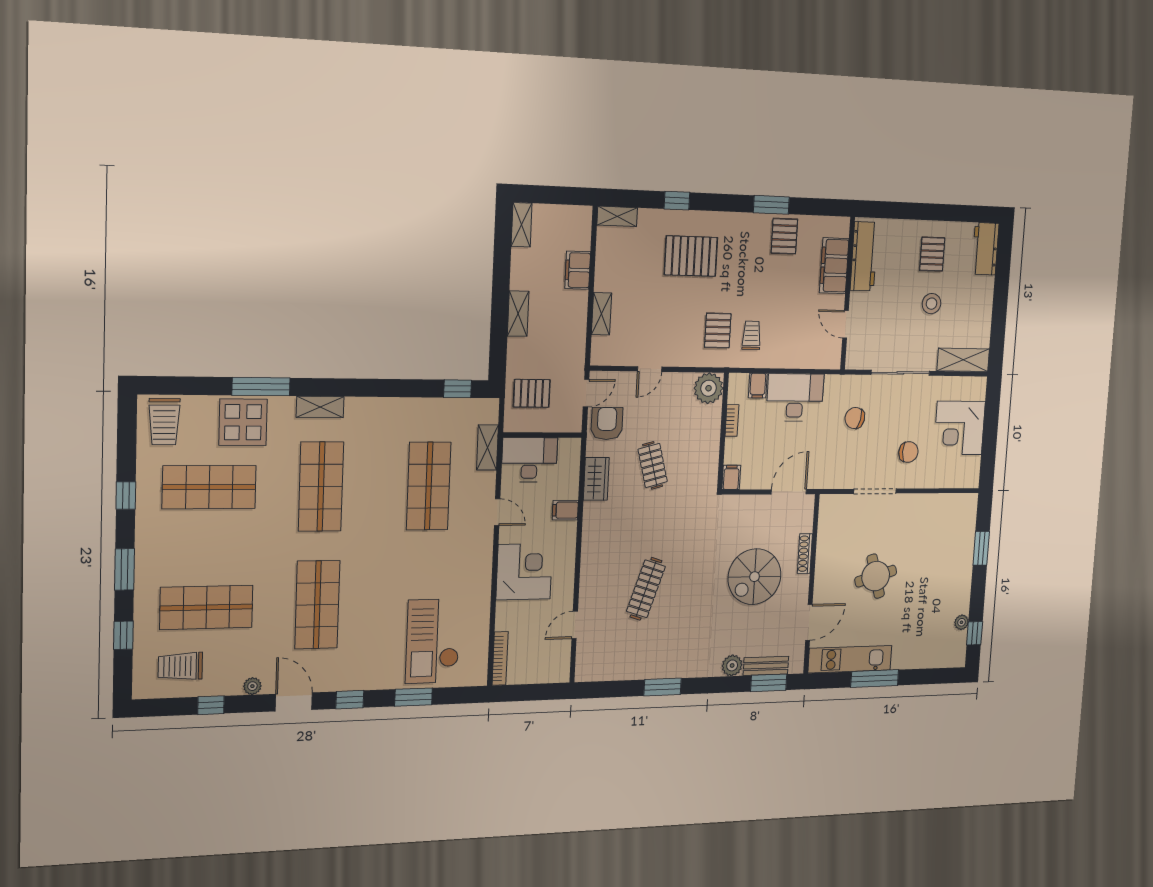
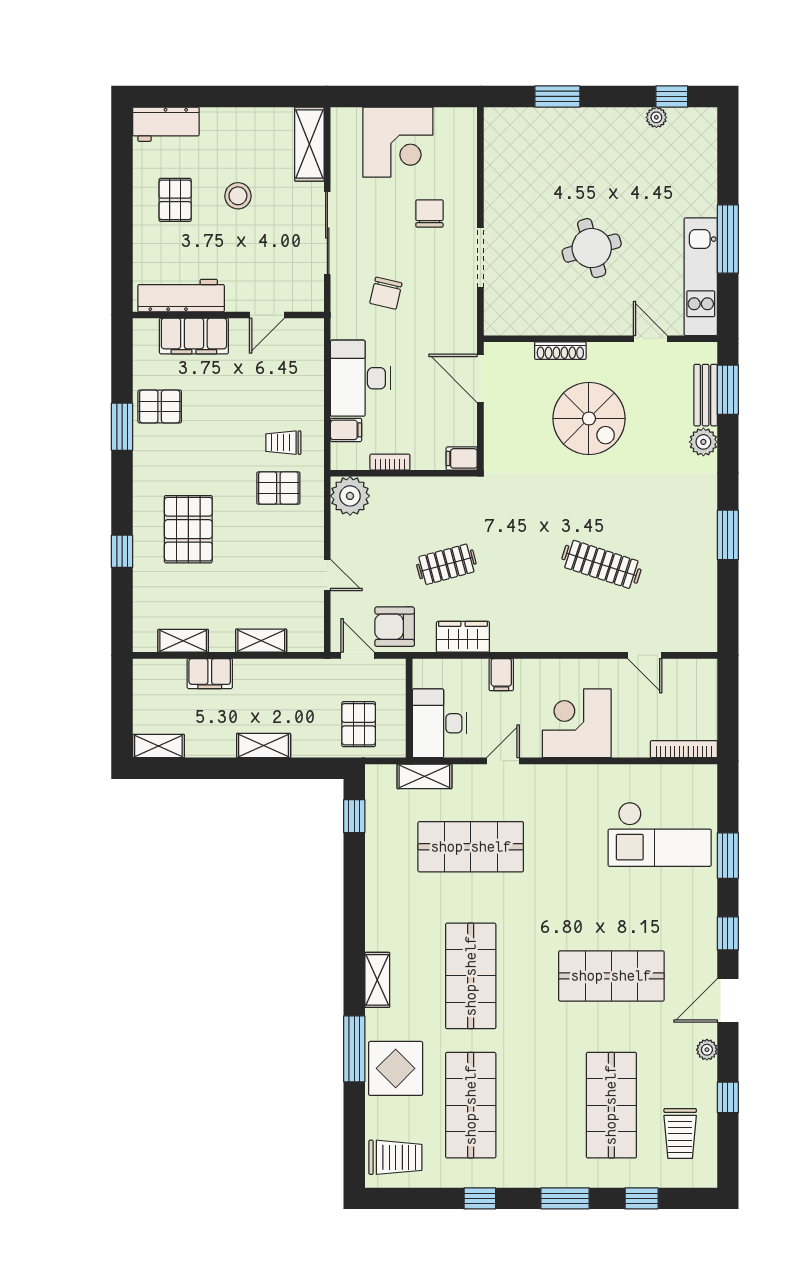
shelving: (617, 216) -> (183, 641), moved, turned 90
pallet: (932, 254) -> (175, 200), turned 90
shop shelf: (321, 487) -> (471, 976), turned 90
door: (809, 622) -> (650, 339), width x0.73

